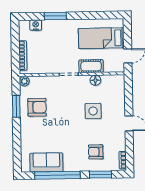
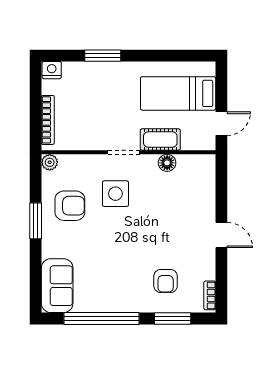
nightstand: (36, 25) -> (52, 70), moved
window: (16, 106) -> (36, 221), moved
side table: (93, 111) -> (115, 194), moved
armchair: (96, 152) -> (166, 281), turned -90
sofa: (46, 162) -> (57, 286), moved, turned 90

